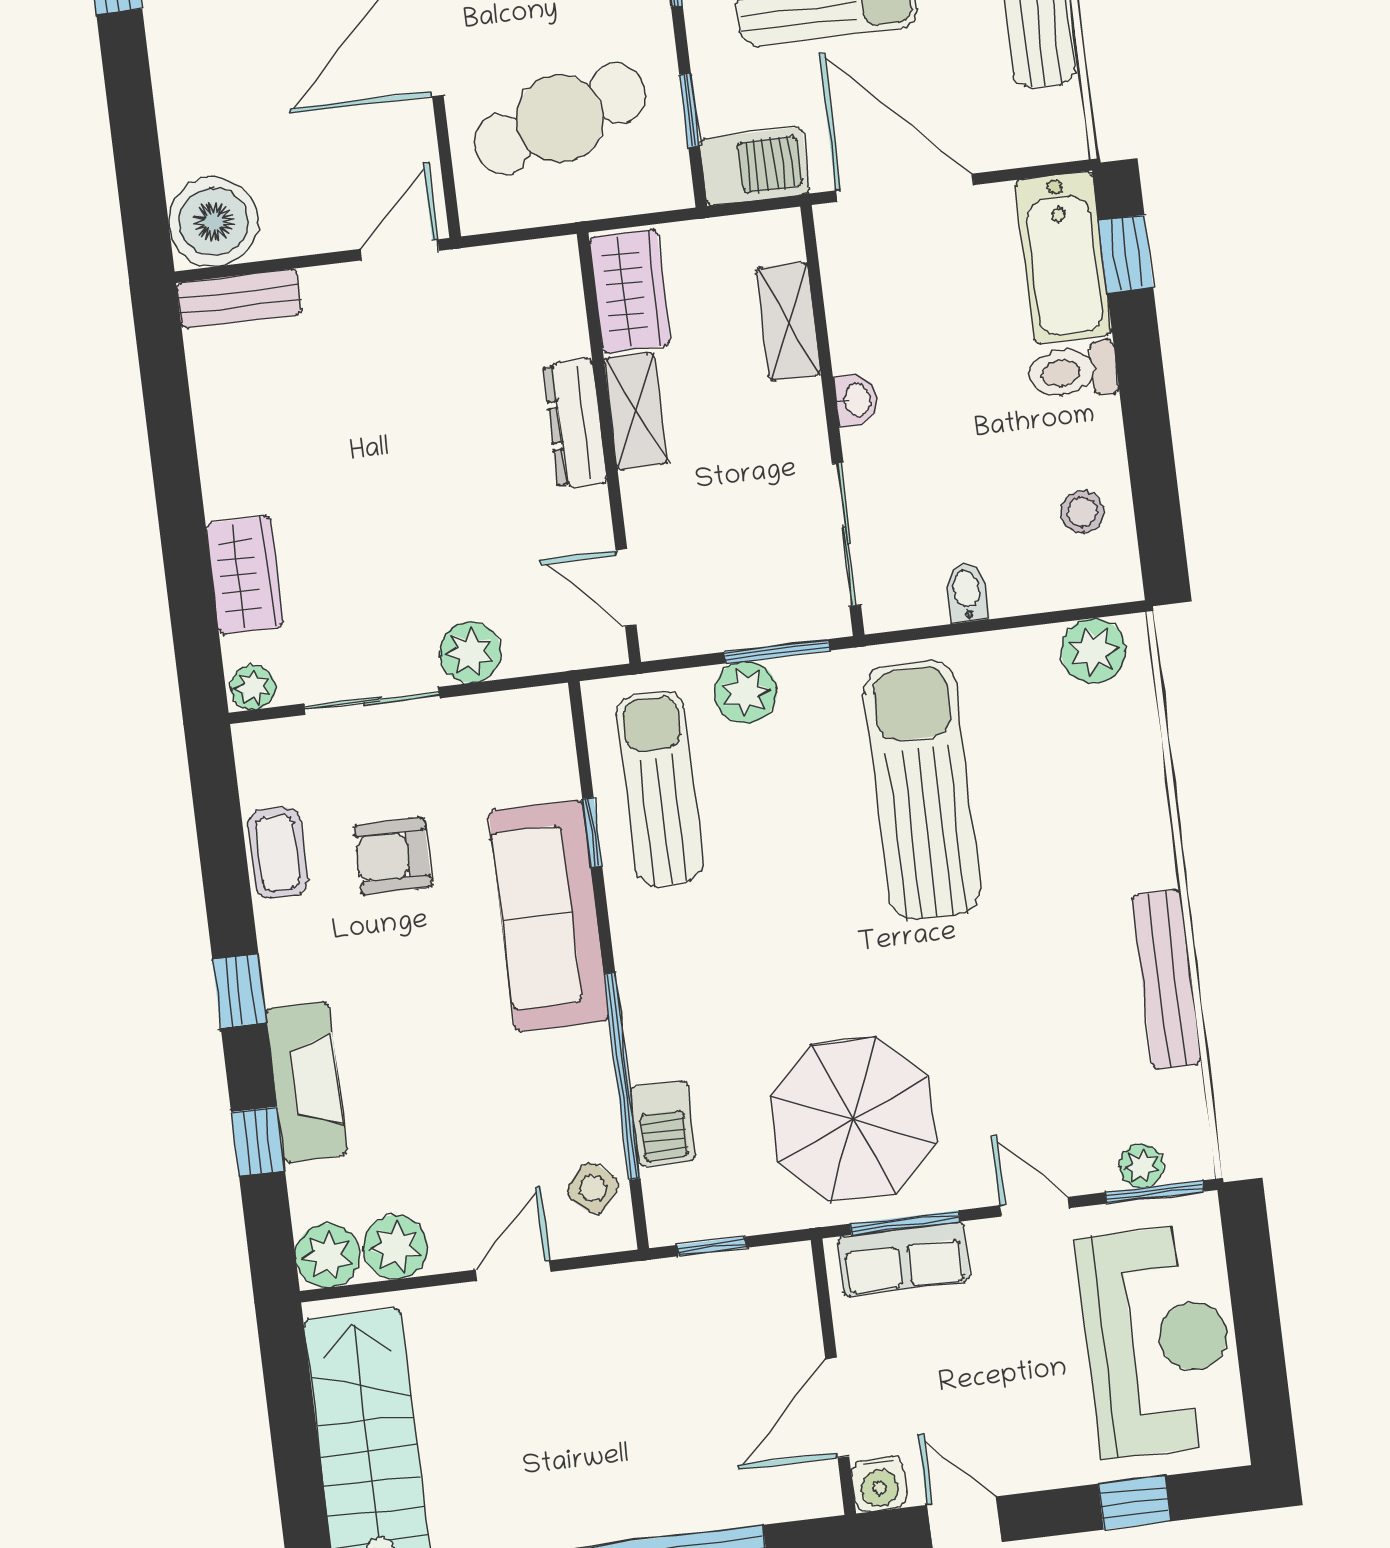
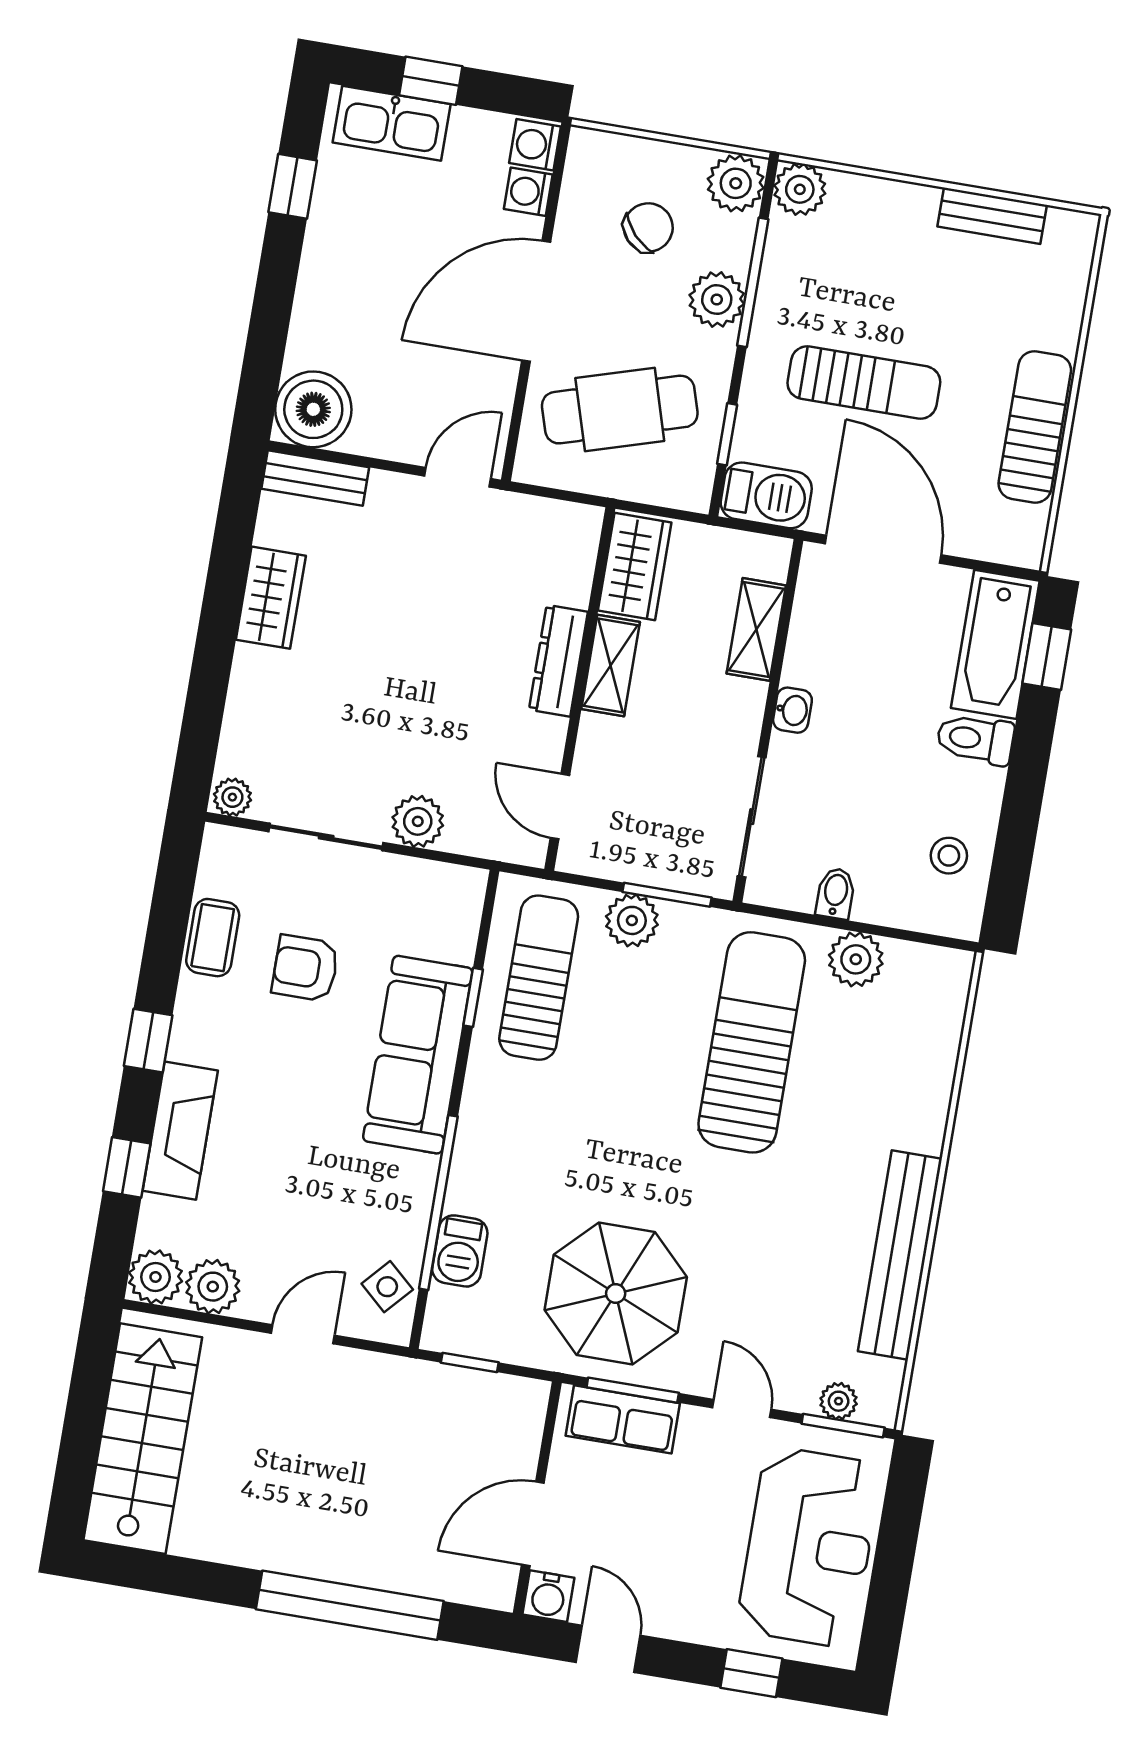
wardrobe: (244, 575) -> (271, 598), moved
plant: (1093, 651) -> (856, 959), moved
bench: (1167, 979) -> (900, 1255), width x1.37, depth x1.21

